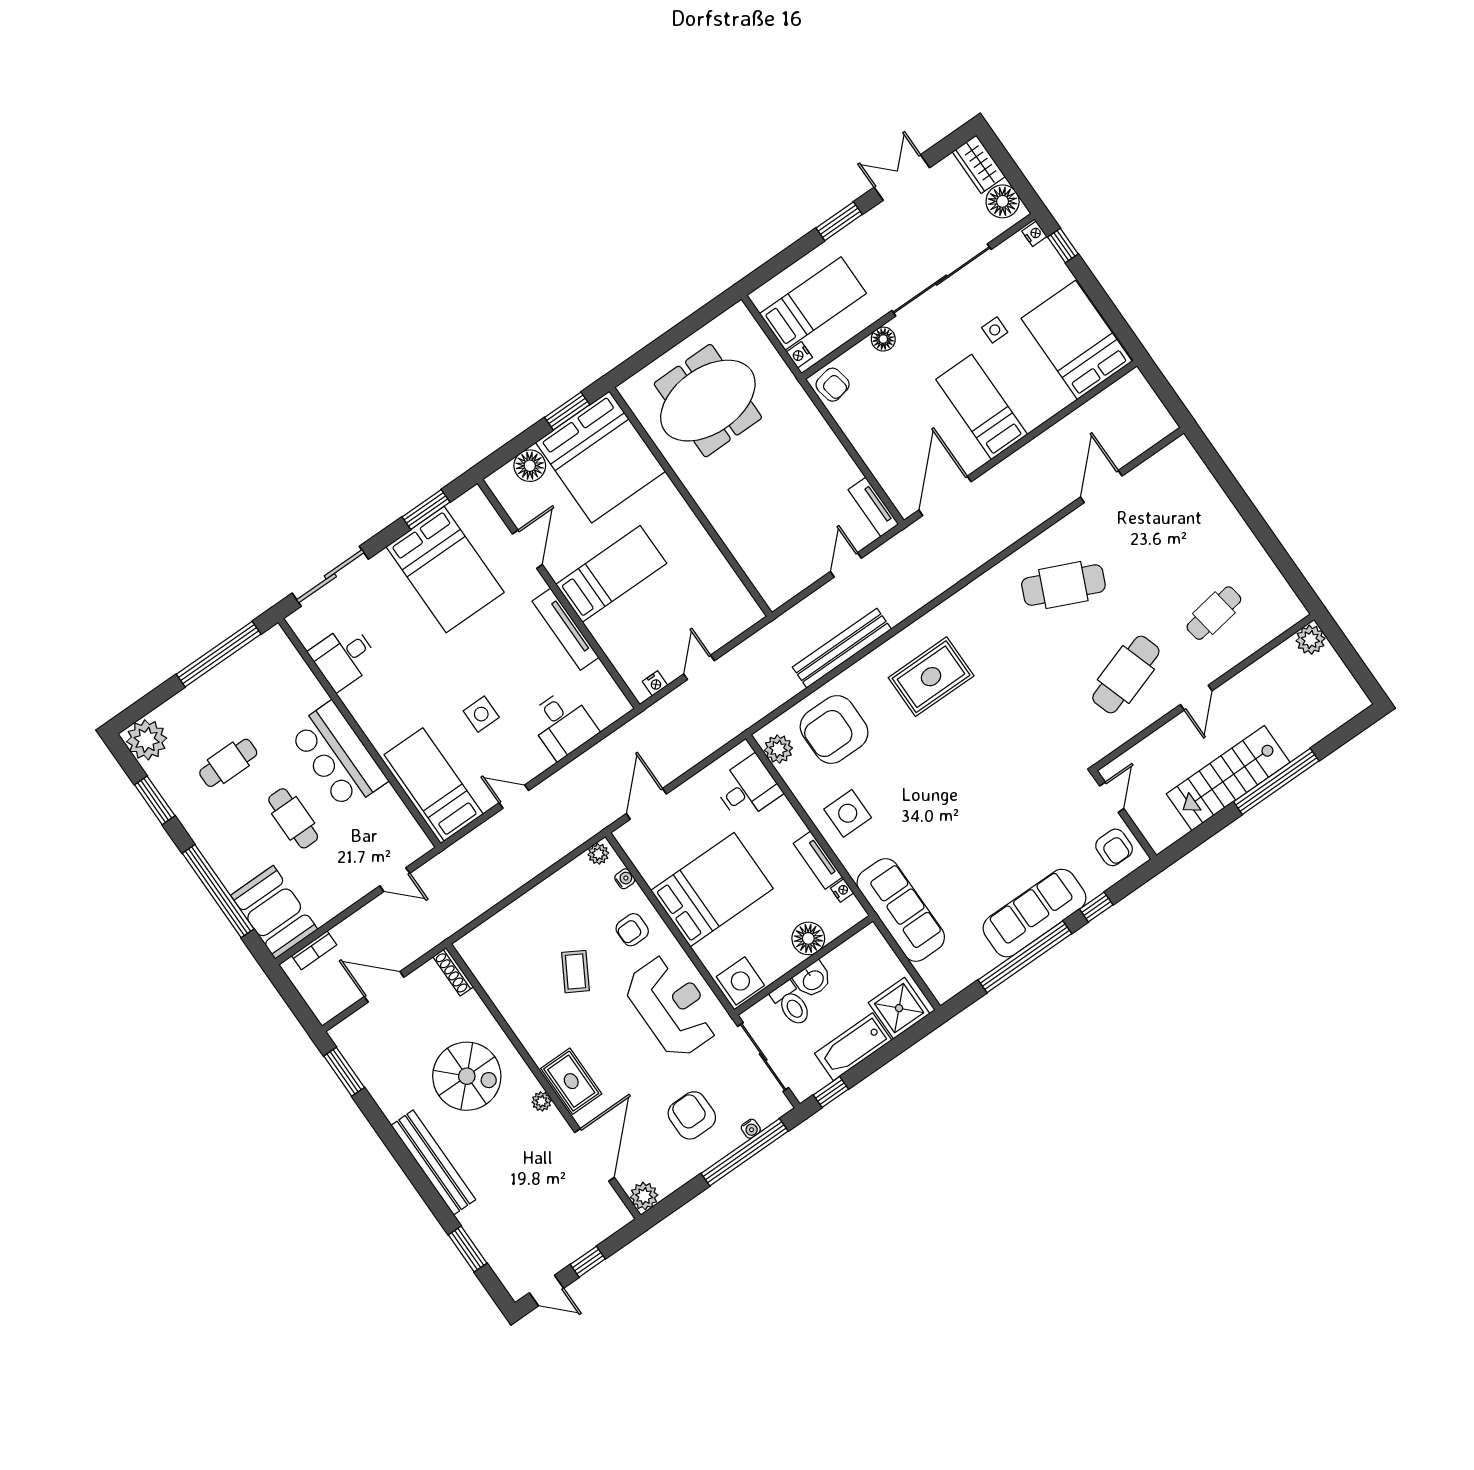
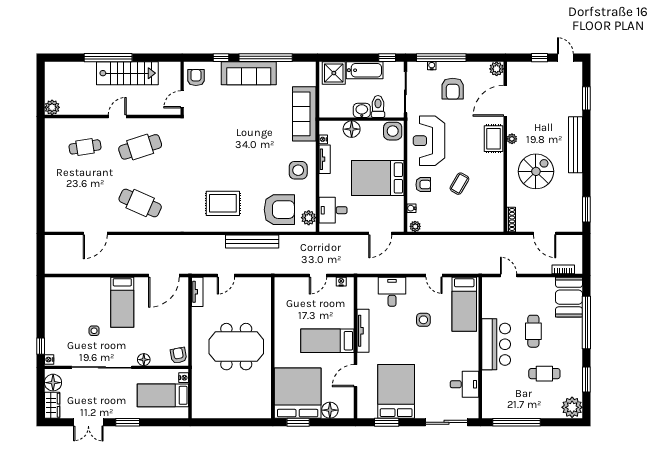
bed: (1077, 340) -> (63, 302), removed
meeting table: (708, 401) -> (236, 347), moved
spiral stairs: (467, 1076) -> (536, 171), turned 90

